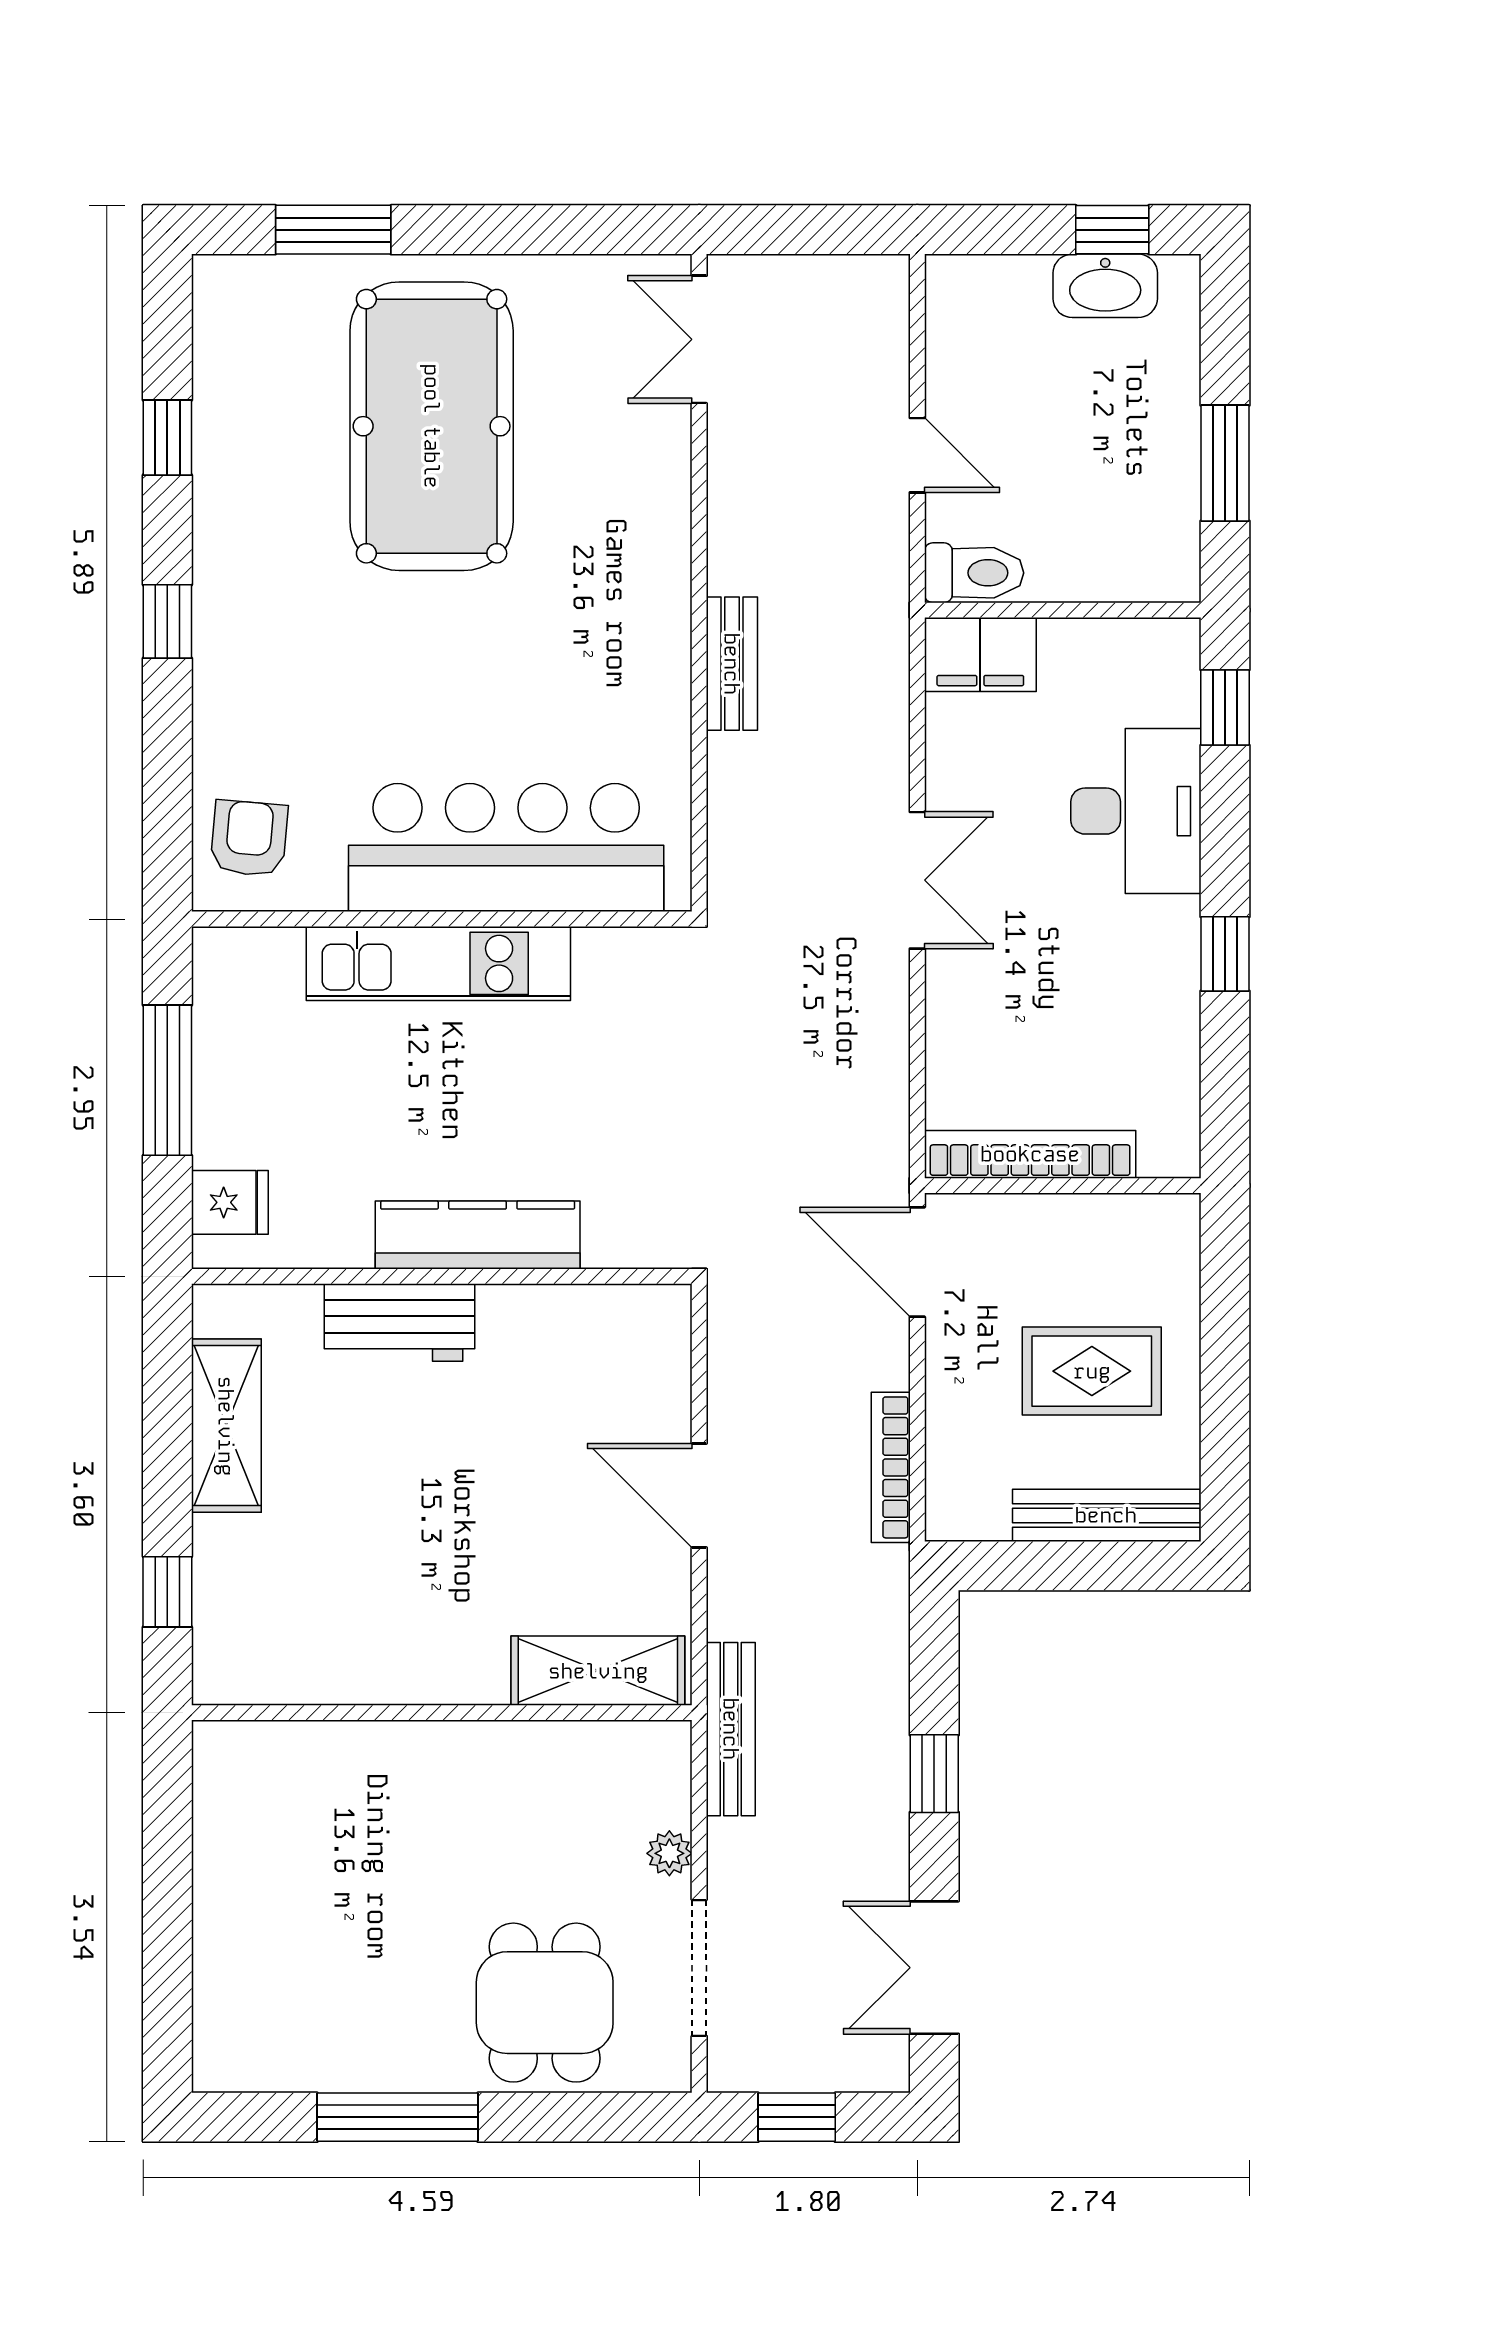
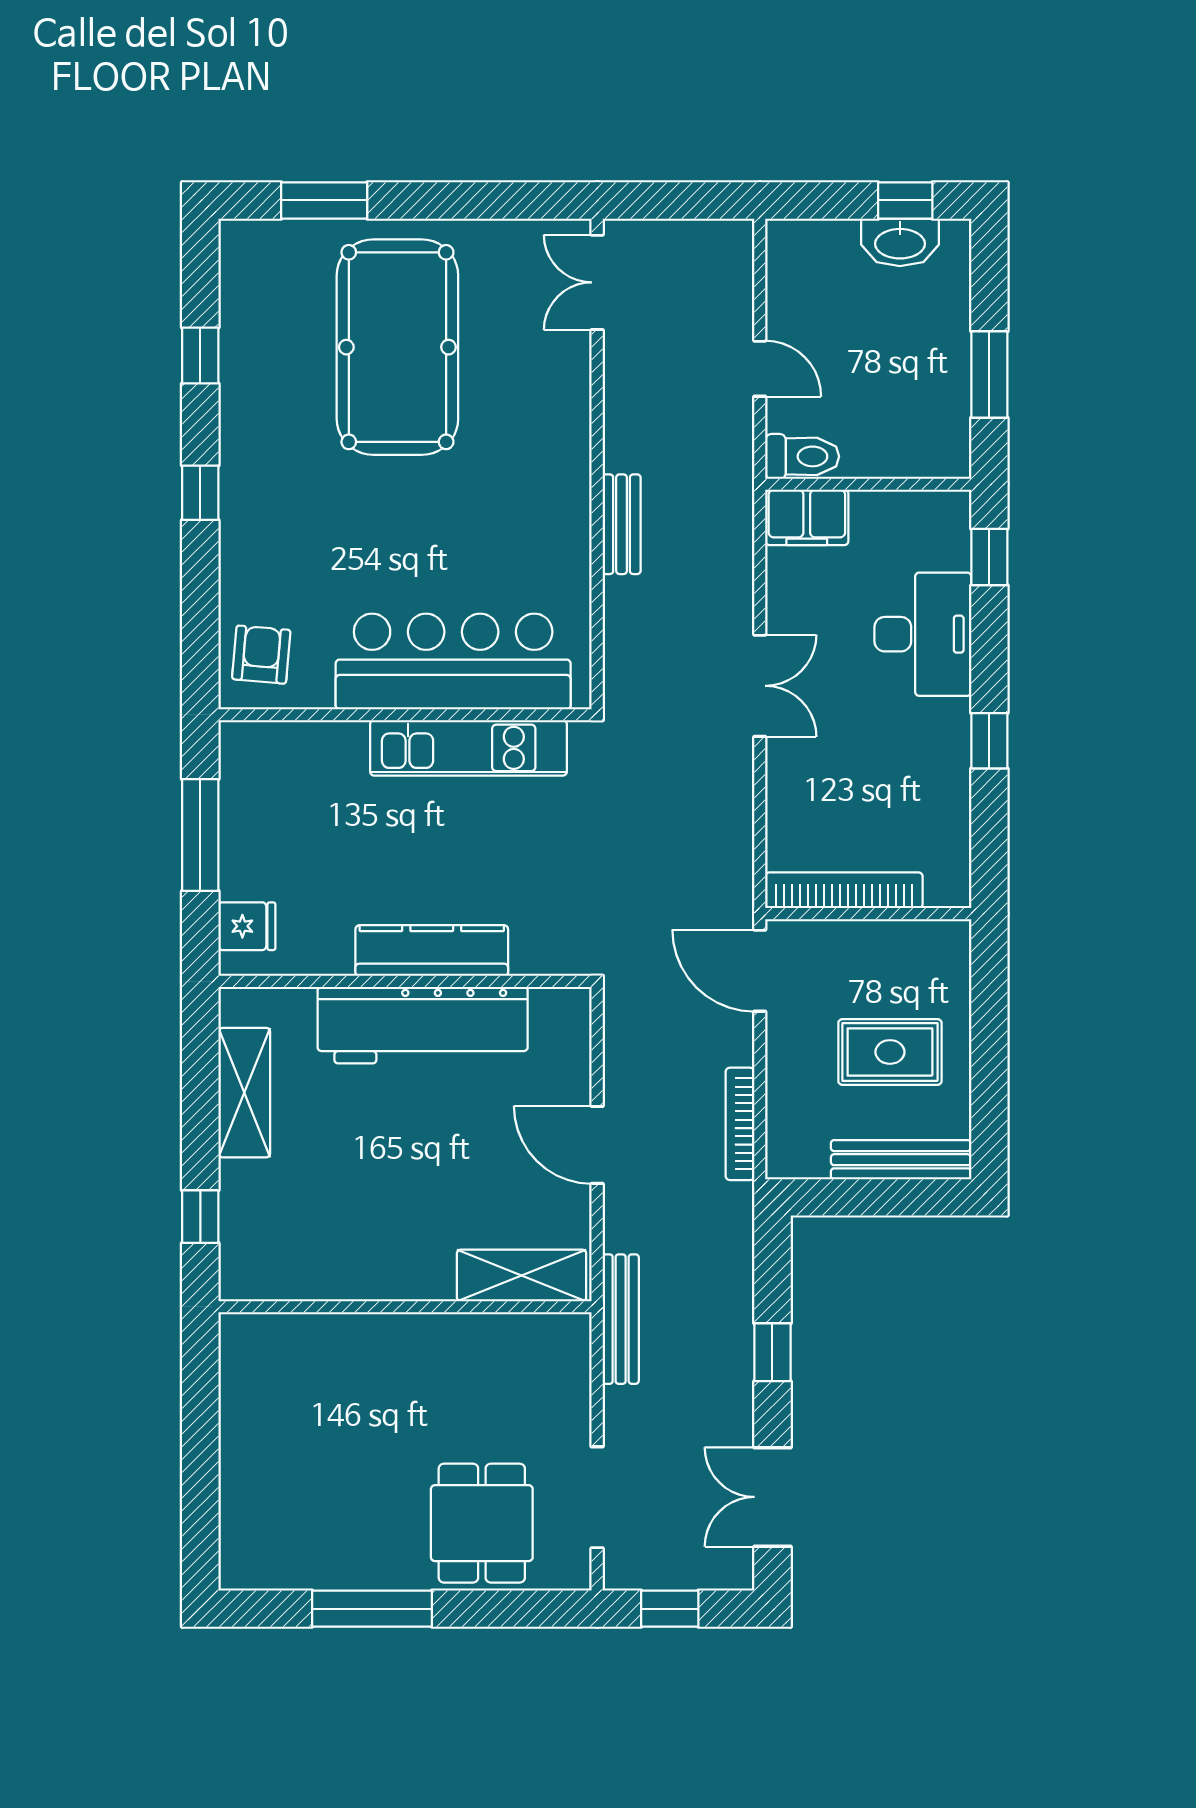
kitchen unit: (438, 963) -> (469, 748), moved
workbench: (400, 1322) -> (423, 1025), width x1.87, depth x1.32
plant: (669, 1853) -> (575, 1412), removed

